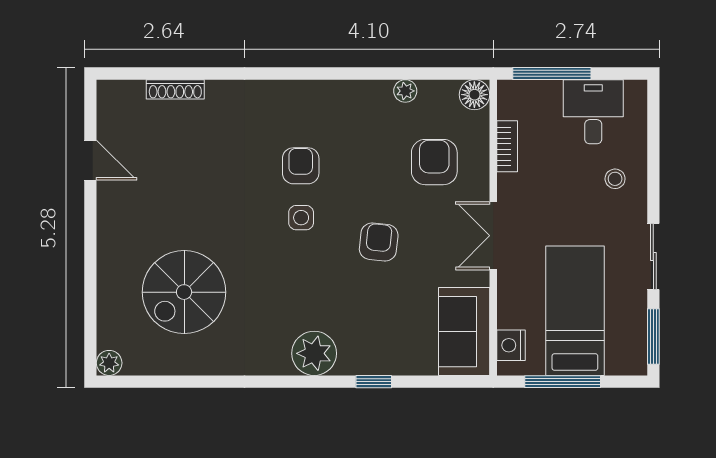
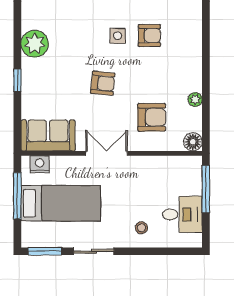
bookcase: (507, 146) -> (161, 162), removed

